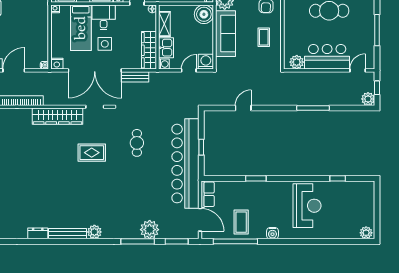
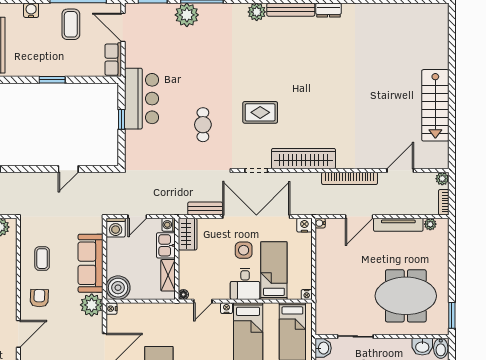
wardrobe: (149, 50) -> (188, 234), width x0.67
bar counter: (185, 164) -> (141, 99), width x0.54

